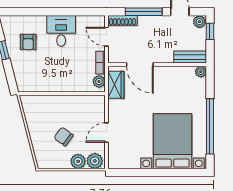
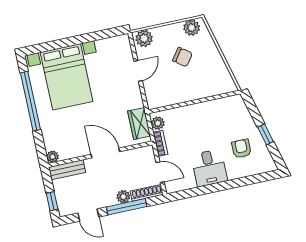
plant: (199, 22) -> (123, 197), moved
door: (140, 65) -> (105, 153), moved
plant: (78, 161) -> (192, 28), moved

